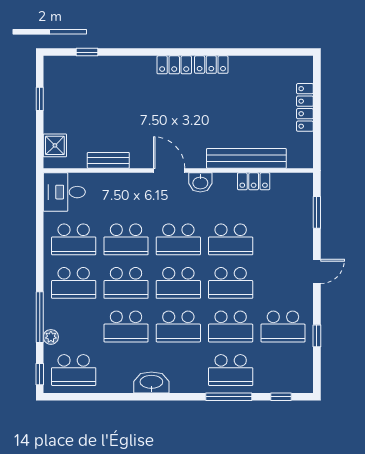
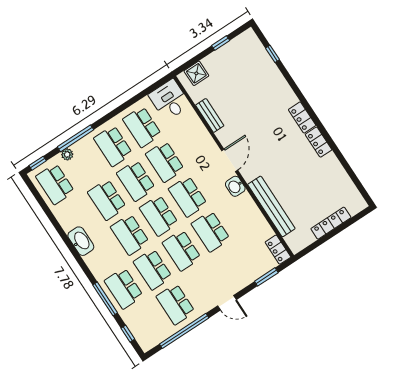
locker: (254, 181) -> (278, 250), moved
window: (317, 336) -> (184, 331), width x3.17

